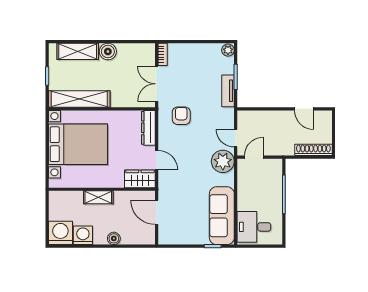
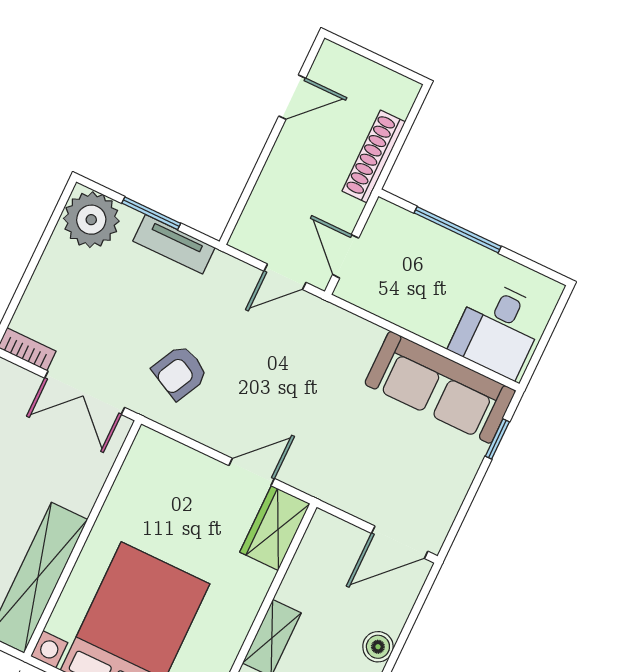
plant: (228, 50) -> (91, 220), width x1.87, depth x1.87
armchair: (181, 116) -> (180, 372), turned -63
dresser: (148, 128) -> (172, 457), removed
shoe rack: (313, 150) -> (374, 156), moved
plant: (223, 161) -> (323, 329), removed
door: (157, 212) -> (400, 542), moved

